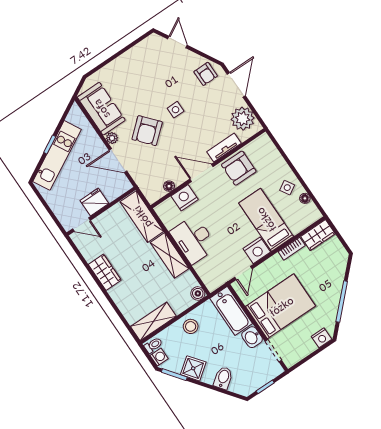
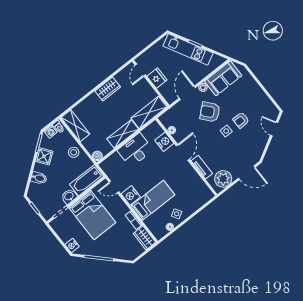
door: (177, 42) -> (274, 129), swing flipped
armchair: (206, 74) -> (241, 120), moved
armchair: (239, 168) -> (188, 179), removed

